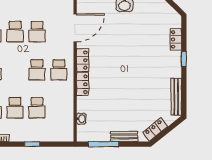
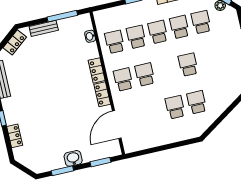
school desk: (37, 32) -> (115, 42), moved

